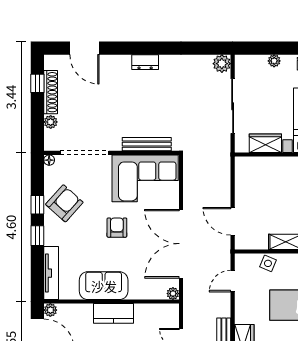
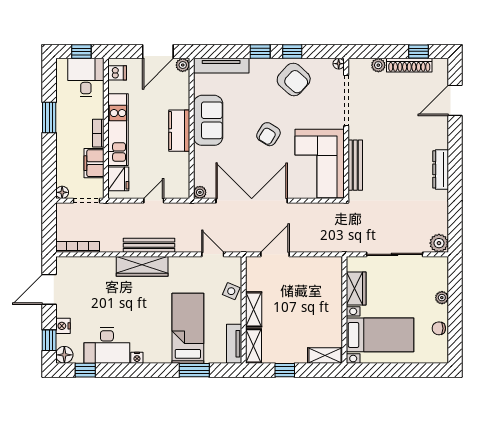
dresser: (145, 62) -> (441, 169), width x1.44
armchair: (117, 228) -> (268, 134), turned 122

